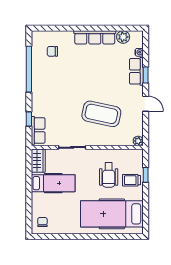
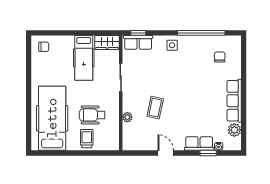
window: (146, 75) -> (208, 153), moved
side table: (41, 97) -> (172, 45), added
door: (146, 104) -> (166, 153), swing flipped
coffee table: (101, 114) -> (155, 108), width x0.54, depth x0.58
window: (29, 119) -> (138, 33), moved
plant: (138, 141) -> (127, 117), moved
window: (146, 175) -> (92, 153), removed

